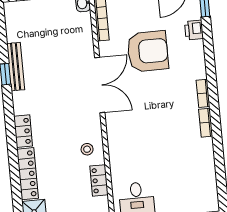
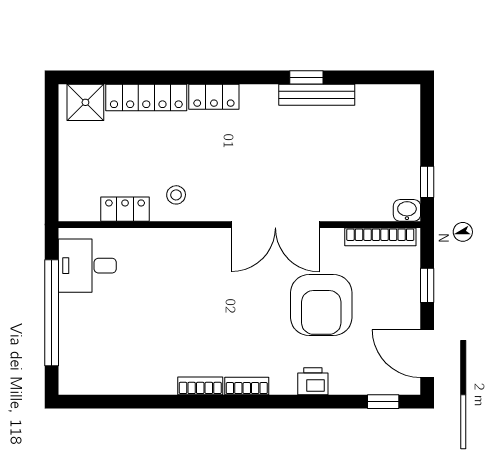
printer: (194, 30) -> (313, 381), moved

